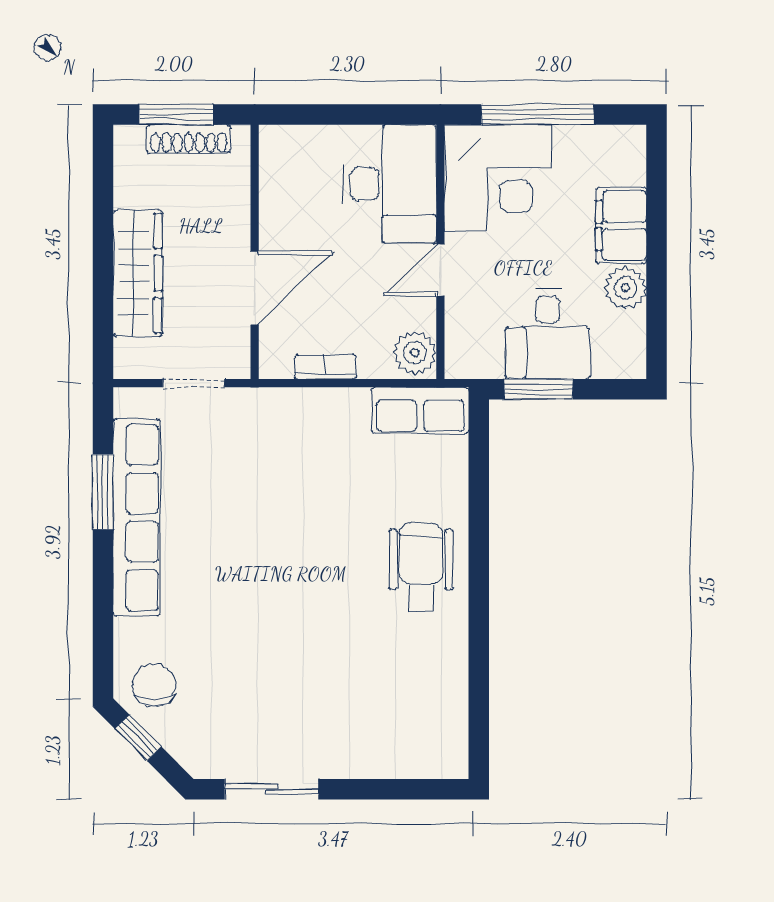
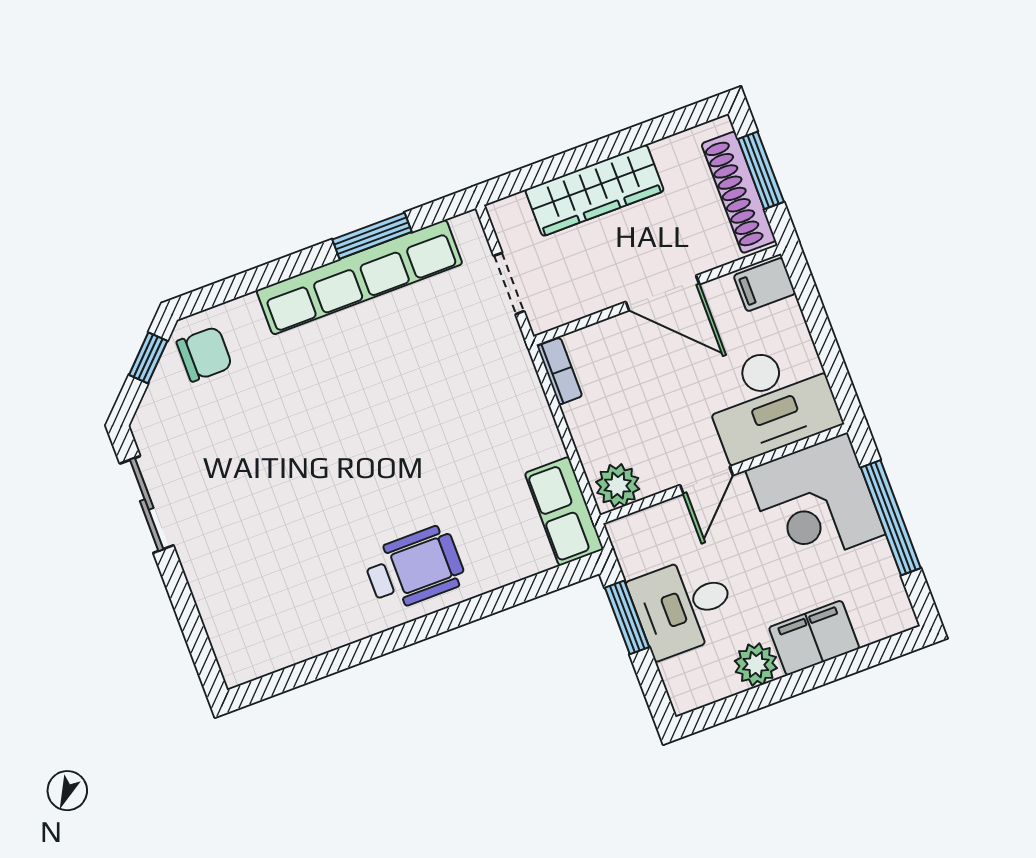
shoe rack: (189, 139) -> (739, 192), width x1.36, depth x1.24
filing cabinet: (282, 150) -> (765, 285), added
door: (440, 270) -> (706, 480), swing flipped
door: (255, 288) -> (663, 293), moved
bookcase: (326, 367) -> (560, 371), moved

